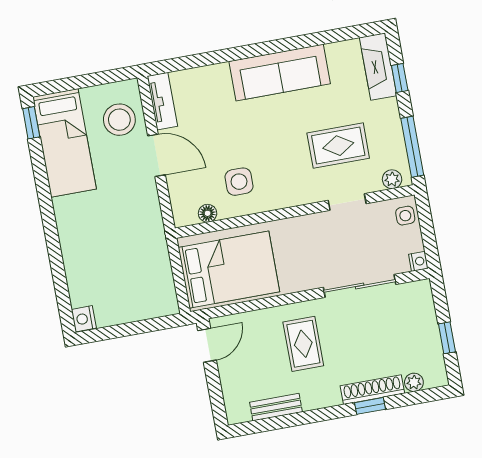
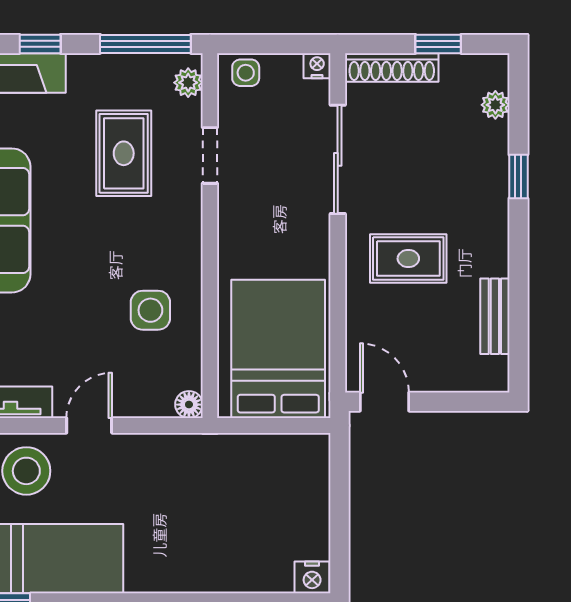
door: (157, 155) -> (89, 425), width x0.73
floor lamp: (208, 213) -> (189, 405), moved
shoe rack: (372, 390) -> (392, 67), moved, turned -90

